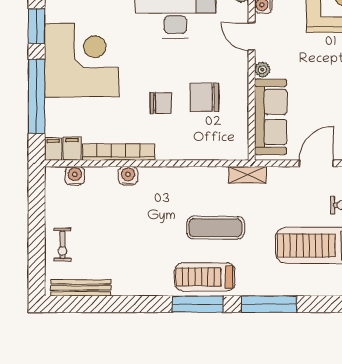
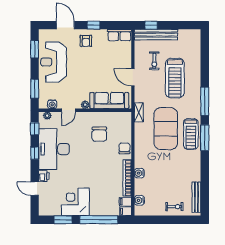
corner desk: (82, 60) -> (75, 202), width x0.74, depth x0.74
chair: (161, 103) -> (124, 148), moved
exercise mat: (215, 228) -> (166, 129), width x2.00, depth x1.45

